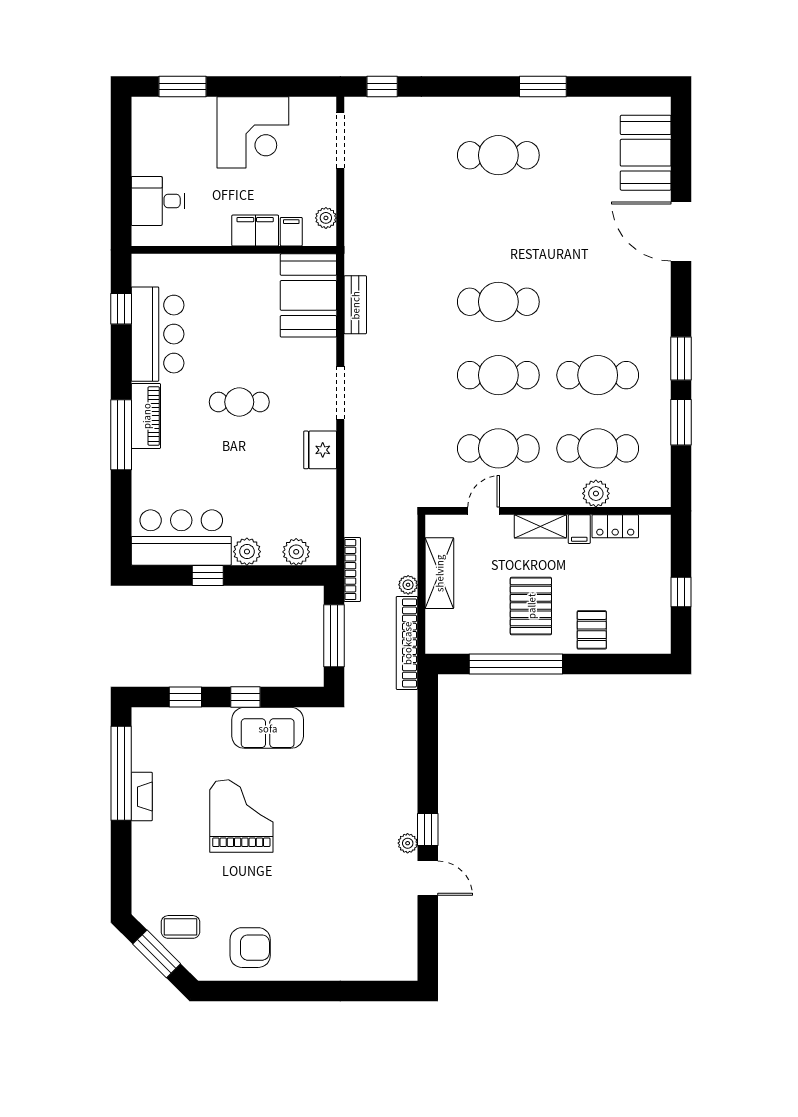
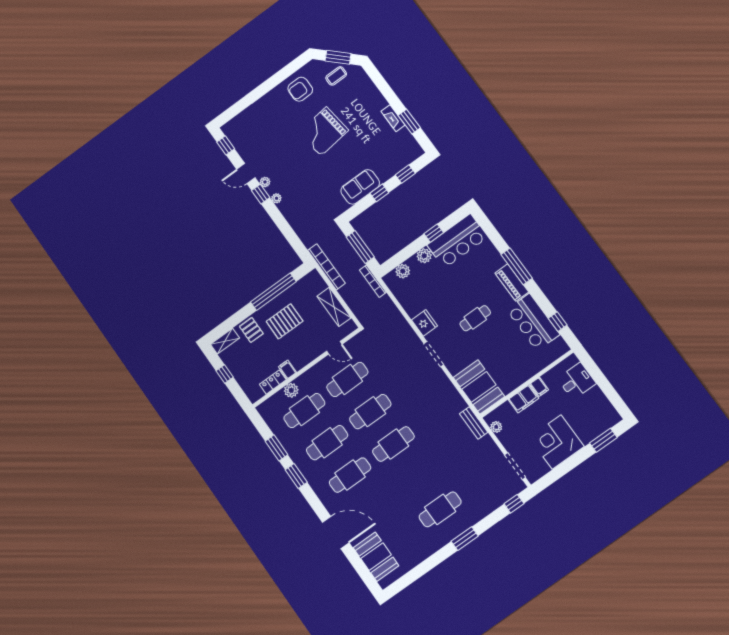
window: (543, 86) -> (465, 539), moved
filing cabinet: (291, 232) -> (539, 387), moved
cafe table: (598, 302) -> (350, 475), added
bench: (355, 305) -> (474, 423), moved
door: (484, 511) -> (334, 348), hinge flipped
shelving: (540, 526) -> (225, 341), moved
plant: (408, 585) -> (276, 198), moved
pallet: (531, 606) -> (285, 321), turned 90
window: (121, 773) -> (409, 122), width x0.47
grand piano: (241, 816) -> (324, 131), moved, turned 83
window: (428, 946) -> (226, 145), added

